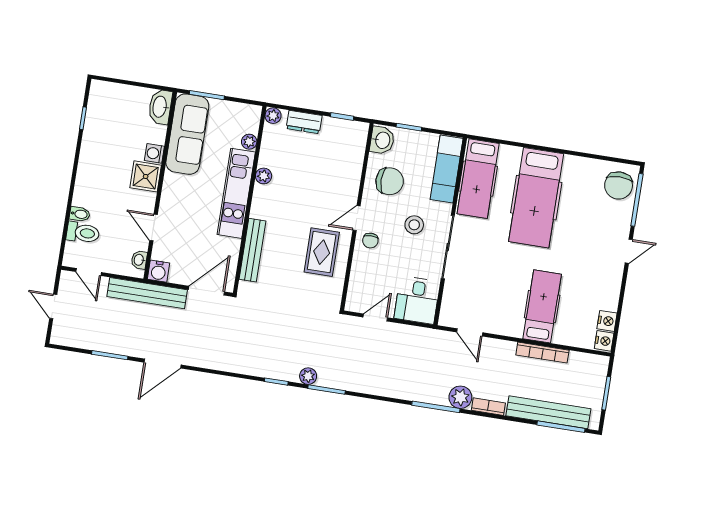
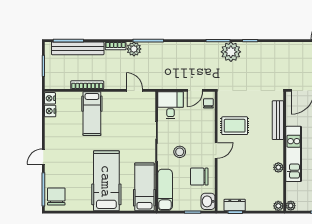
dresser: (304, 122) -> (235, 205), moved
plant: (249, 142) -> (291, 206), moved
chair: (370, 241) -> (208, 103), moved
rug: (322, 252) -> (235, 126), turned 90
plant: (308, 376) -> (231, 52), width x1.88, depth x1.88

